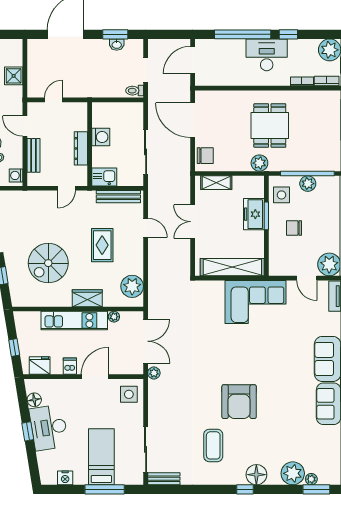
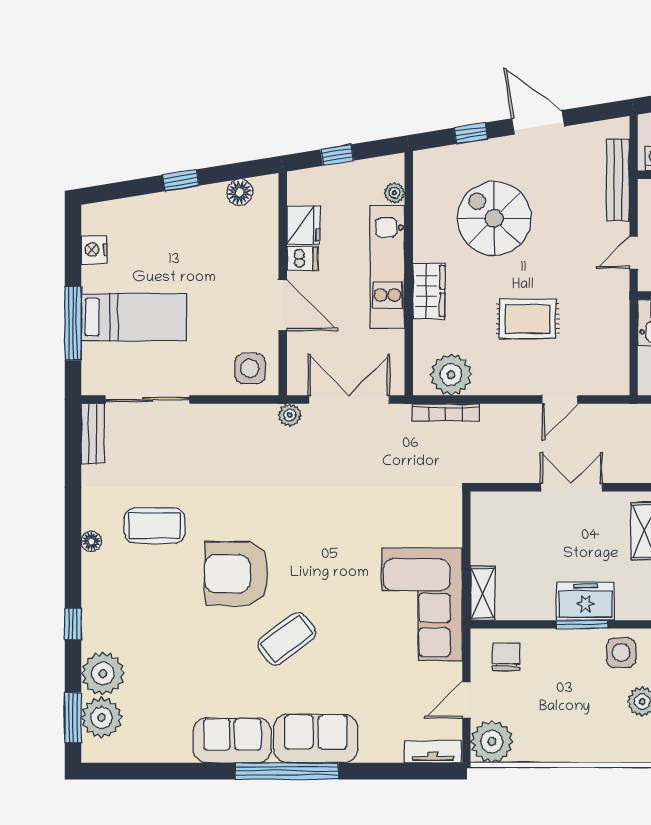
door: (67, 188) -> (634, 252), hinge flipped
bench: (118, 197) -> (618, 180), moved
chair: (294, 228) -> (506, 657), moved
shelving: (232, 267) -> (483, 593), width x0.45, depth x0.75
bookcase: (152, 289) -> (446, 412), added
plant: (114, 317) -> (394, 193), moved
double door: (146, 341) -> (349, 400), swing flipped
fridge: (40, 366) -> (303, 225), moved
coffee table: (274, 375) -> (287, 639), added
desk: (49, 428) -> (188, 219), removed
floor lamp: (256, 475) -> (91, 541), moved, width x0.53, depth x0.53
plant: (311, 479) -> (101, 718), width x1.87, depth x1.87
window: (245, 489) -> (73, 624), moved

